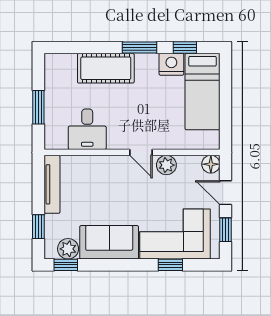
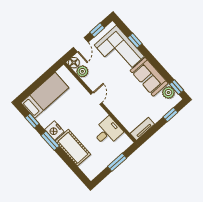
nightstand: (171, 64) -> (54, 131), moved
plant: (166, 165) -> (82, 71), moved
tv unit: (52, 184) -> (142, 129), width x0.71

